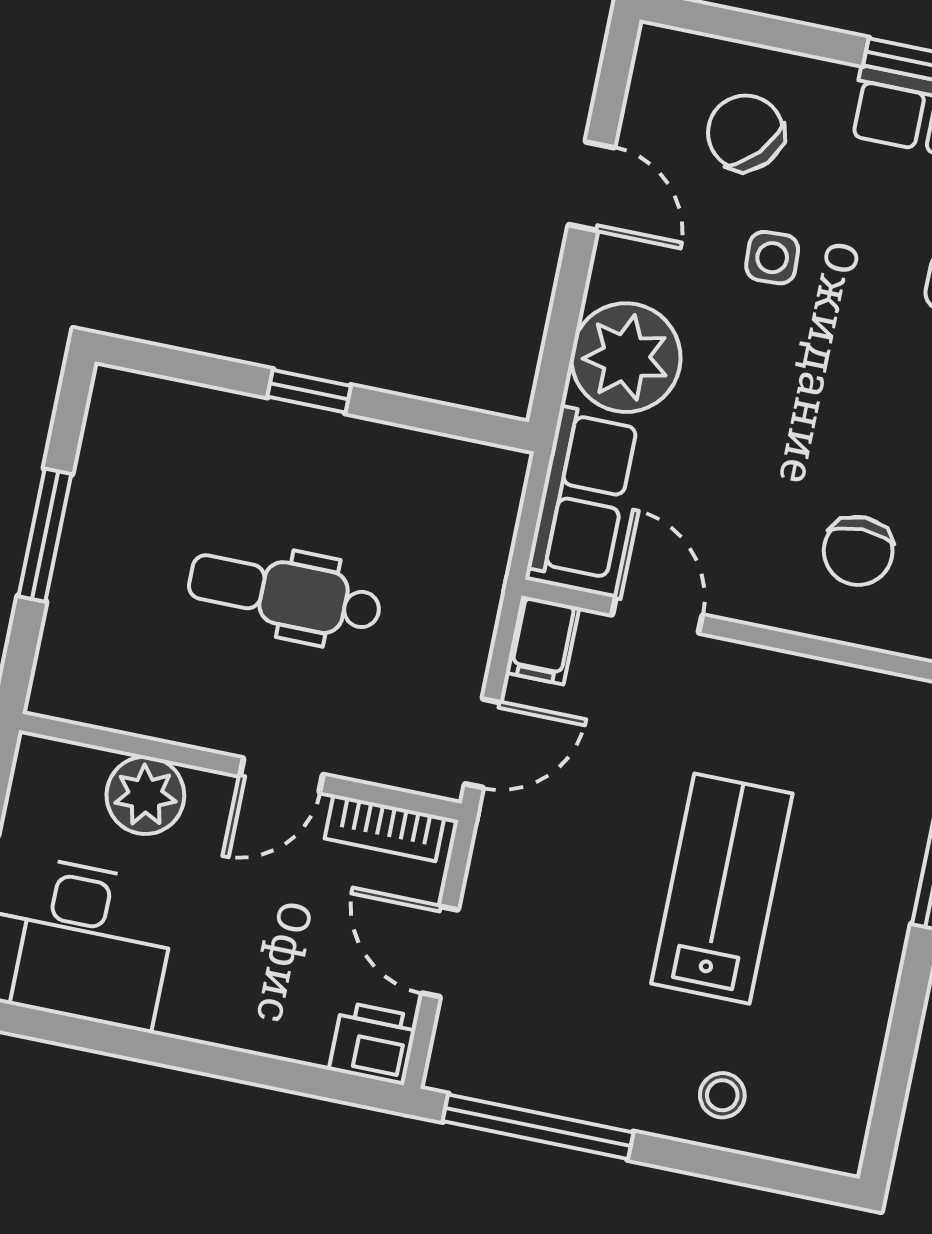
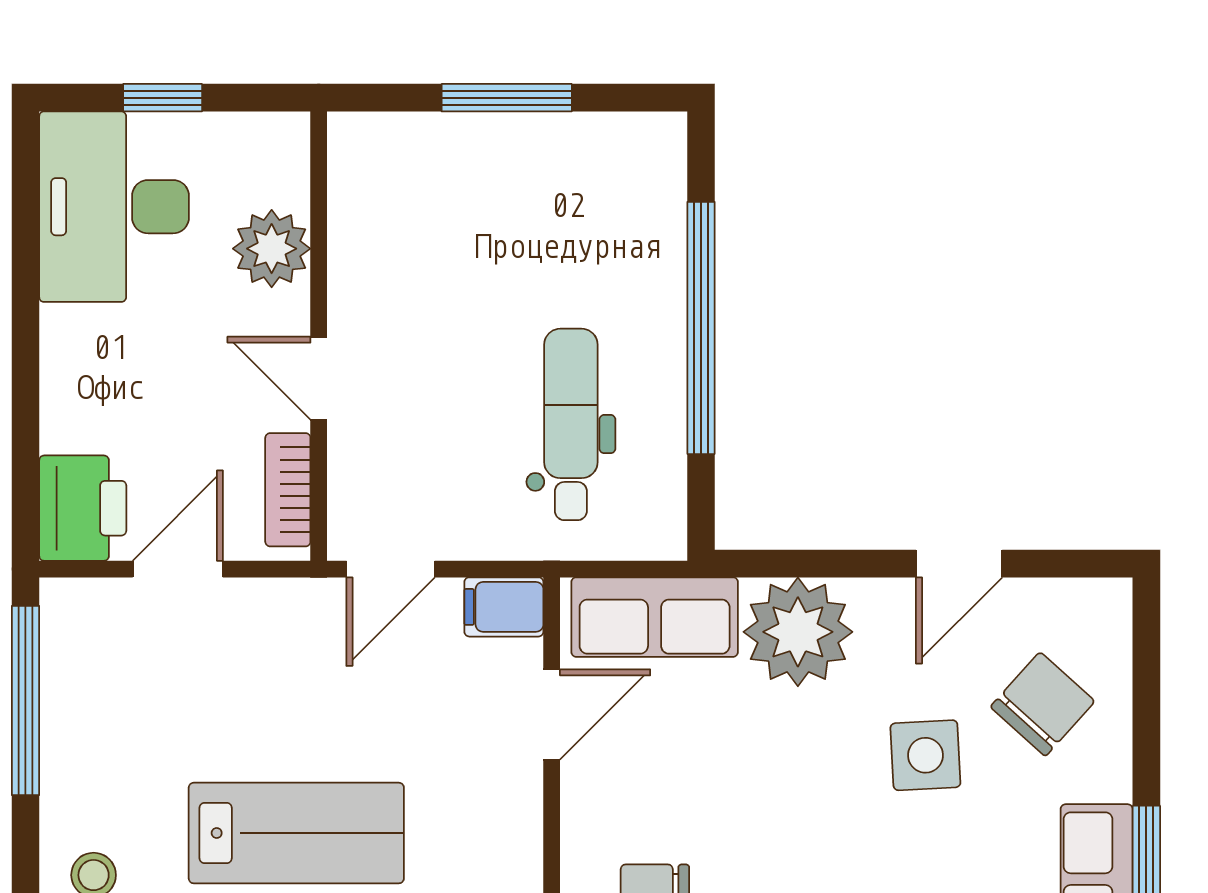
side table: (772, 258) -> (925, 755), width x1.37, depth x1.37
window: (309, 391) -> (701, 328), width x3.17
dental chair: (285, 594) -> (571, 424), moved
door: (483, 743) -> (391, 569), hinge flipped
printer: (373, 1043) -> (83, 508), width x1.36, depth x1.24

